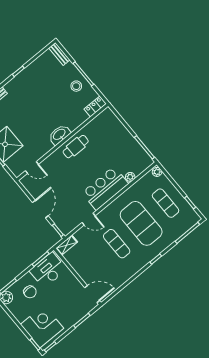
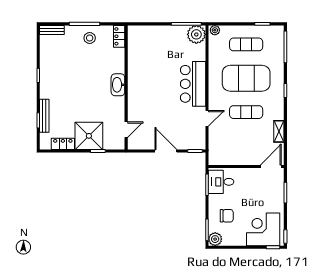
cafe table: (76, 147) -> (139, 80), removed
plant: (130, 177) -> (196, 34), moved, width x1.88, depth x1.88
shelving: (67, 245) -> (279, 131), moved
desk: (48, 270) -> (221, 182), width x0.73

